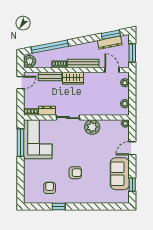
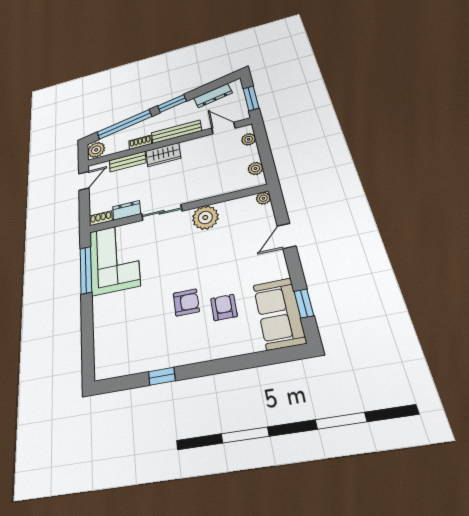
window: (111, 35) -> (172, 103), moved
sofa: (120, 174) -> (279, 313), moved
armchair: (50, 188) -> (224, 307), moved

